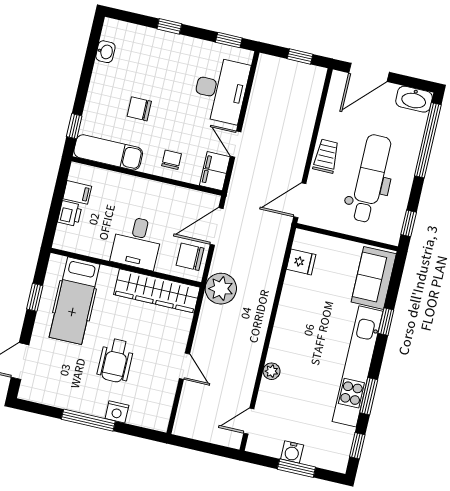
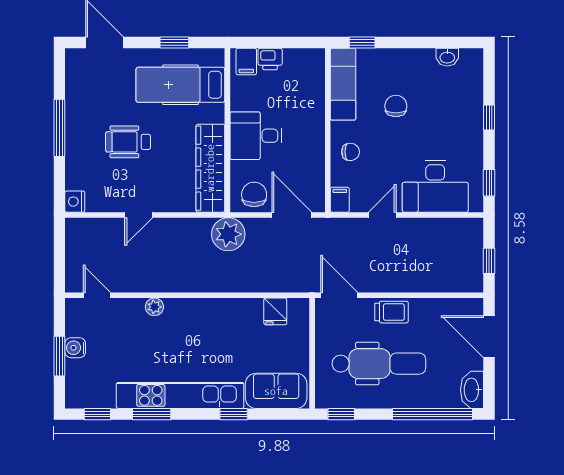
filing cabinet: (215, 171) -> (340, 200), width x0.50
filing cabinet: (77, 192) -> (246, 61), moved
nightstand: (117, 412) -> (75, 202), moved

